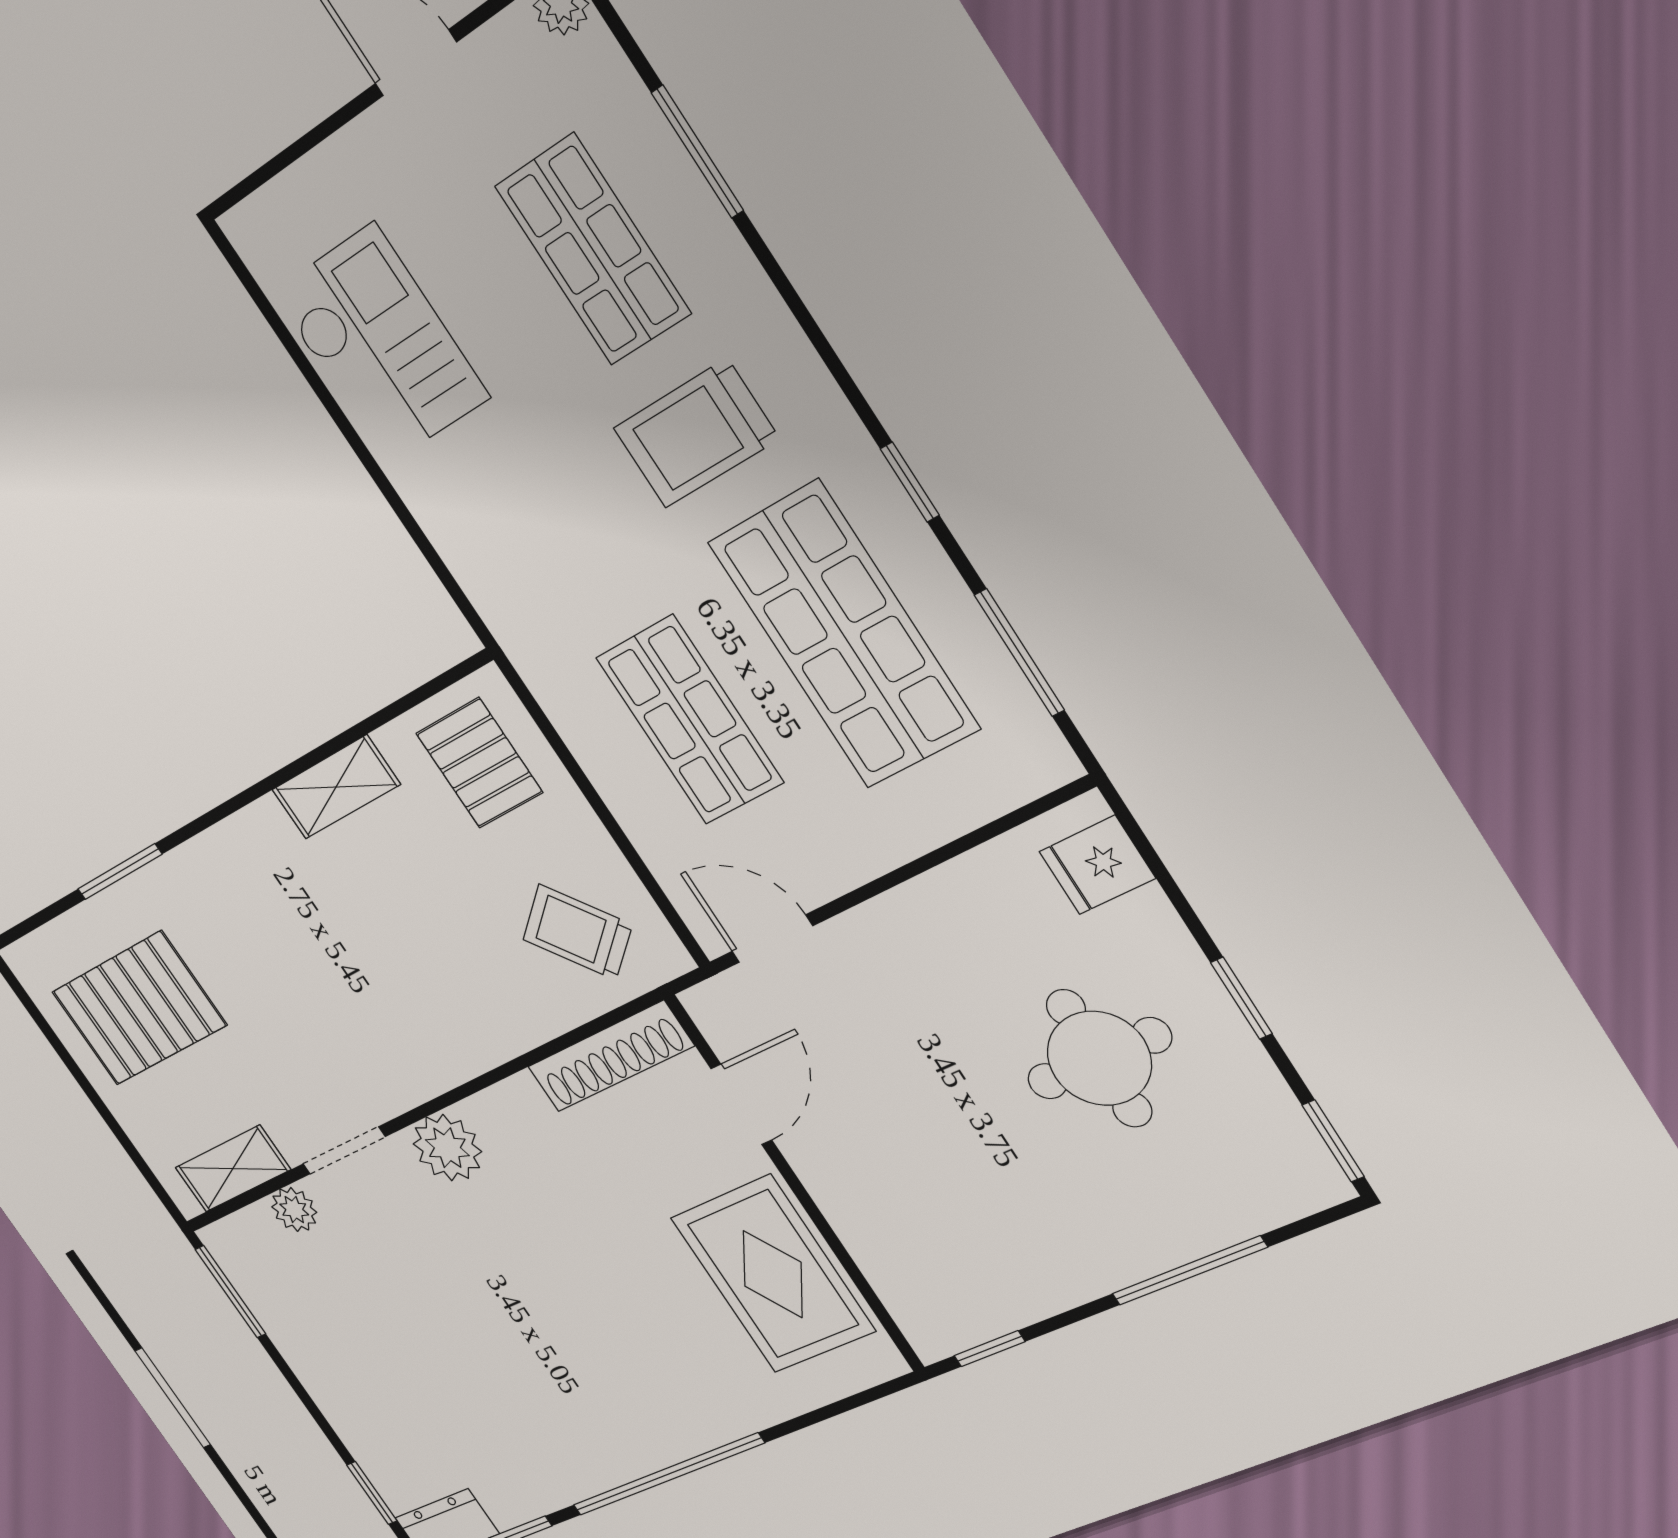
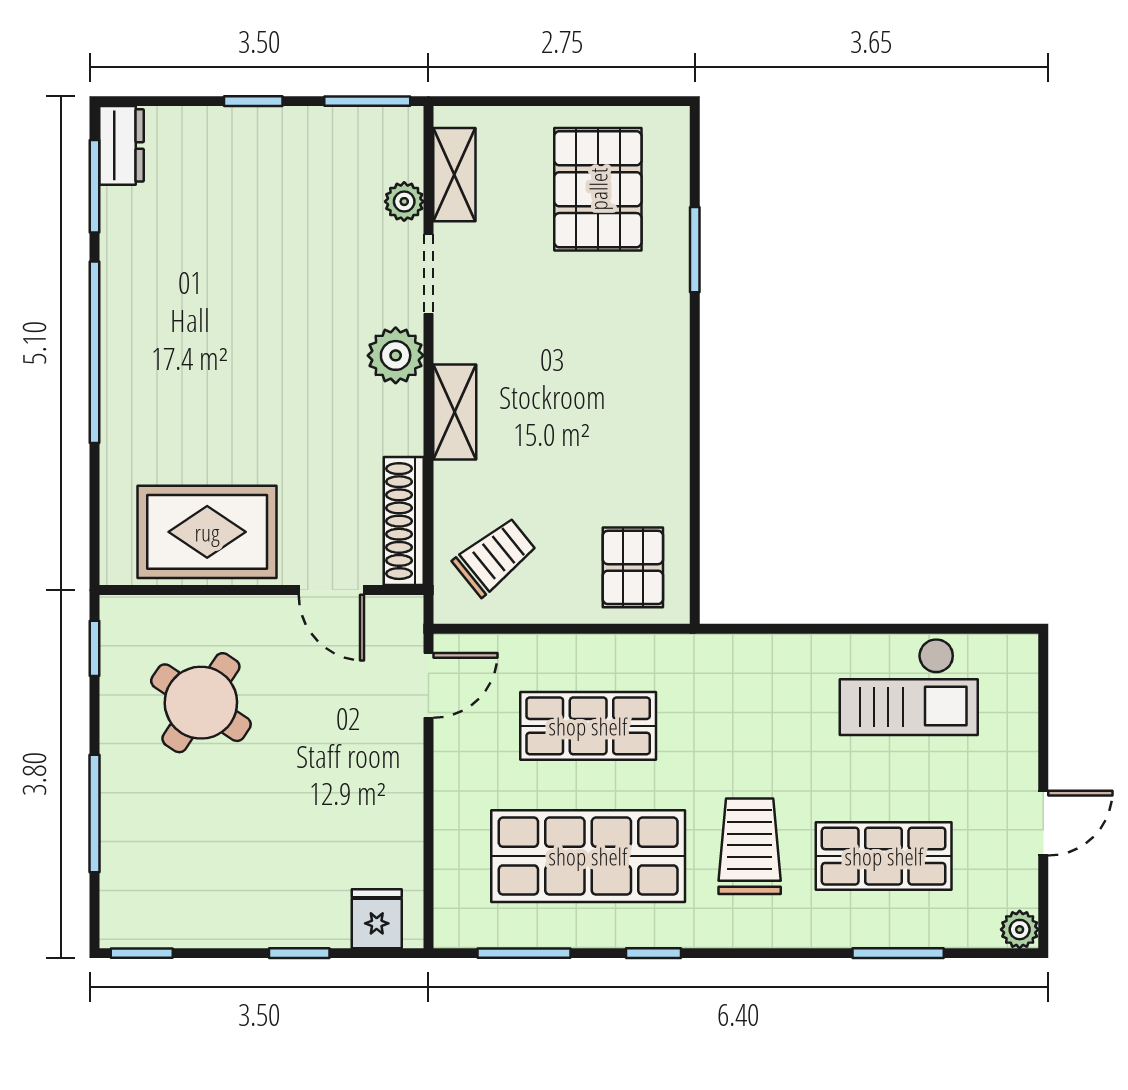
pallet: (479, 763) -> (633, 567), turned 90
shelving: (336, 787) -> (455, 412), moved
window: (1241, 998) -> (299, 953), moved
round table: (1099, 1058) -> (201, 703), moved, turned 34
window: (372, 1493) -> (253, 101), moved

